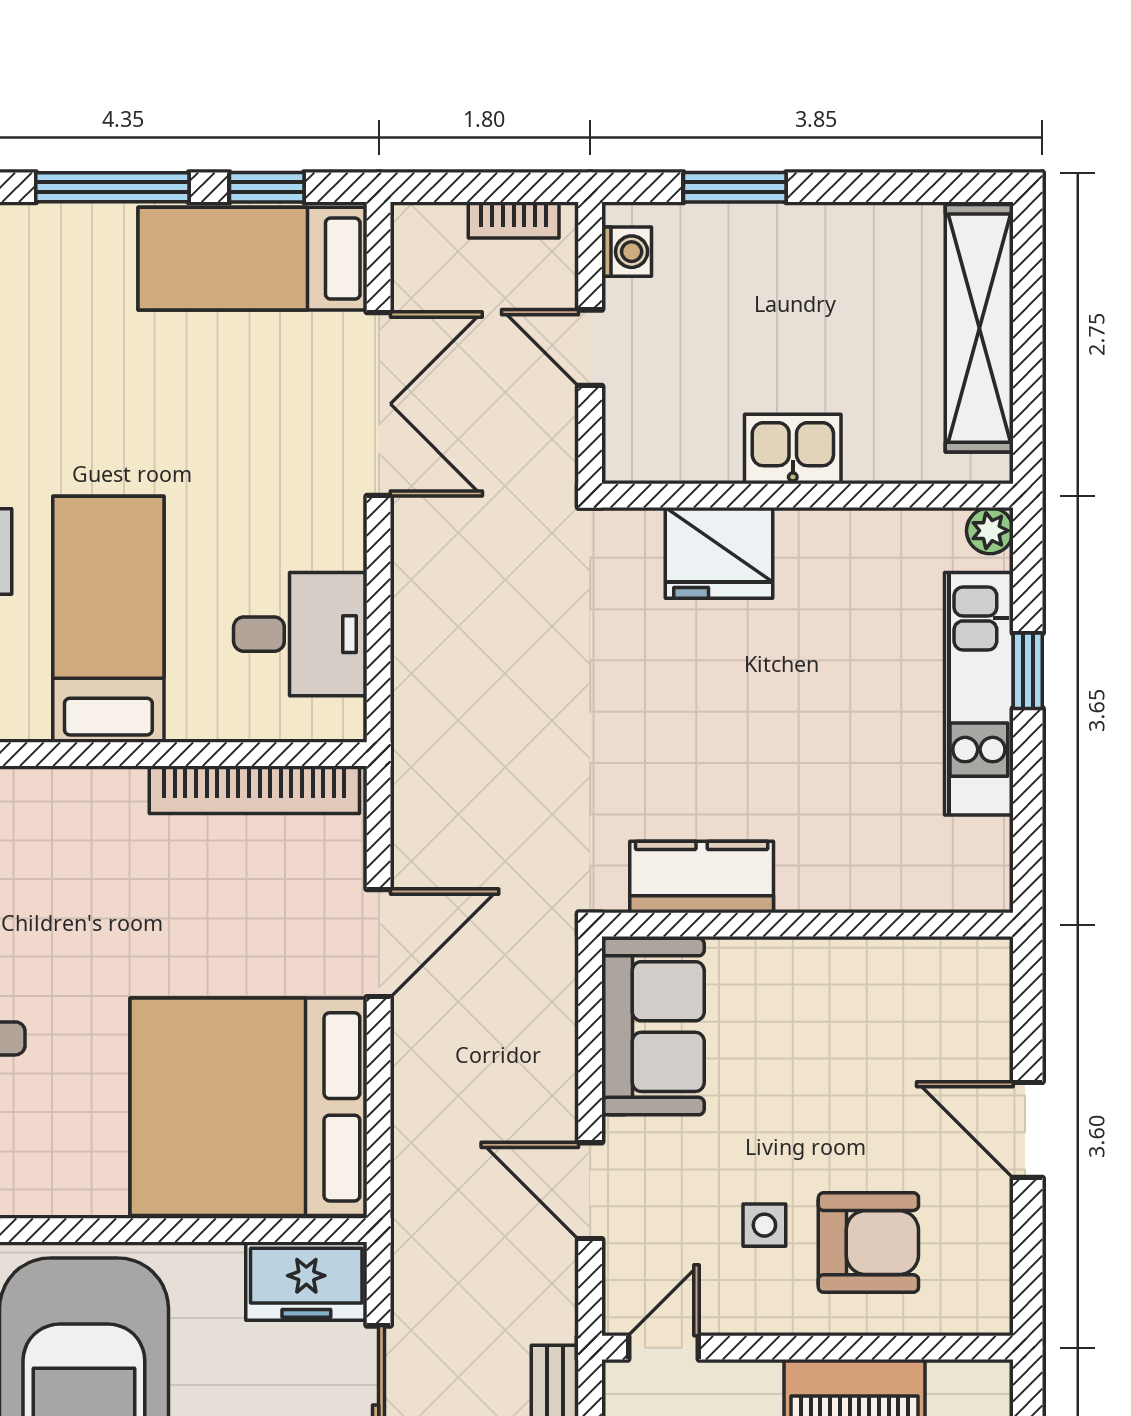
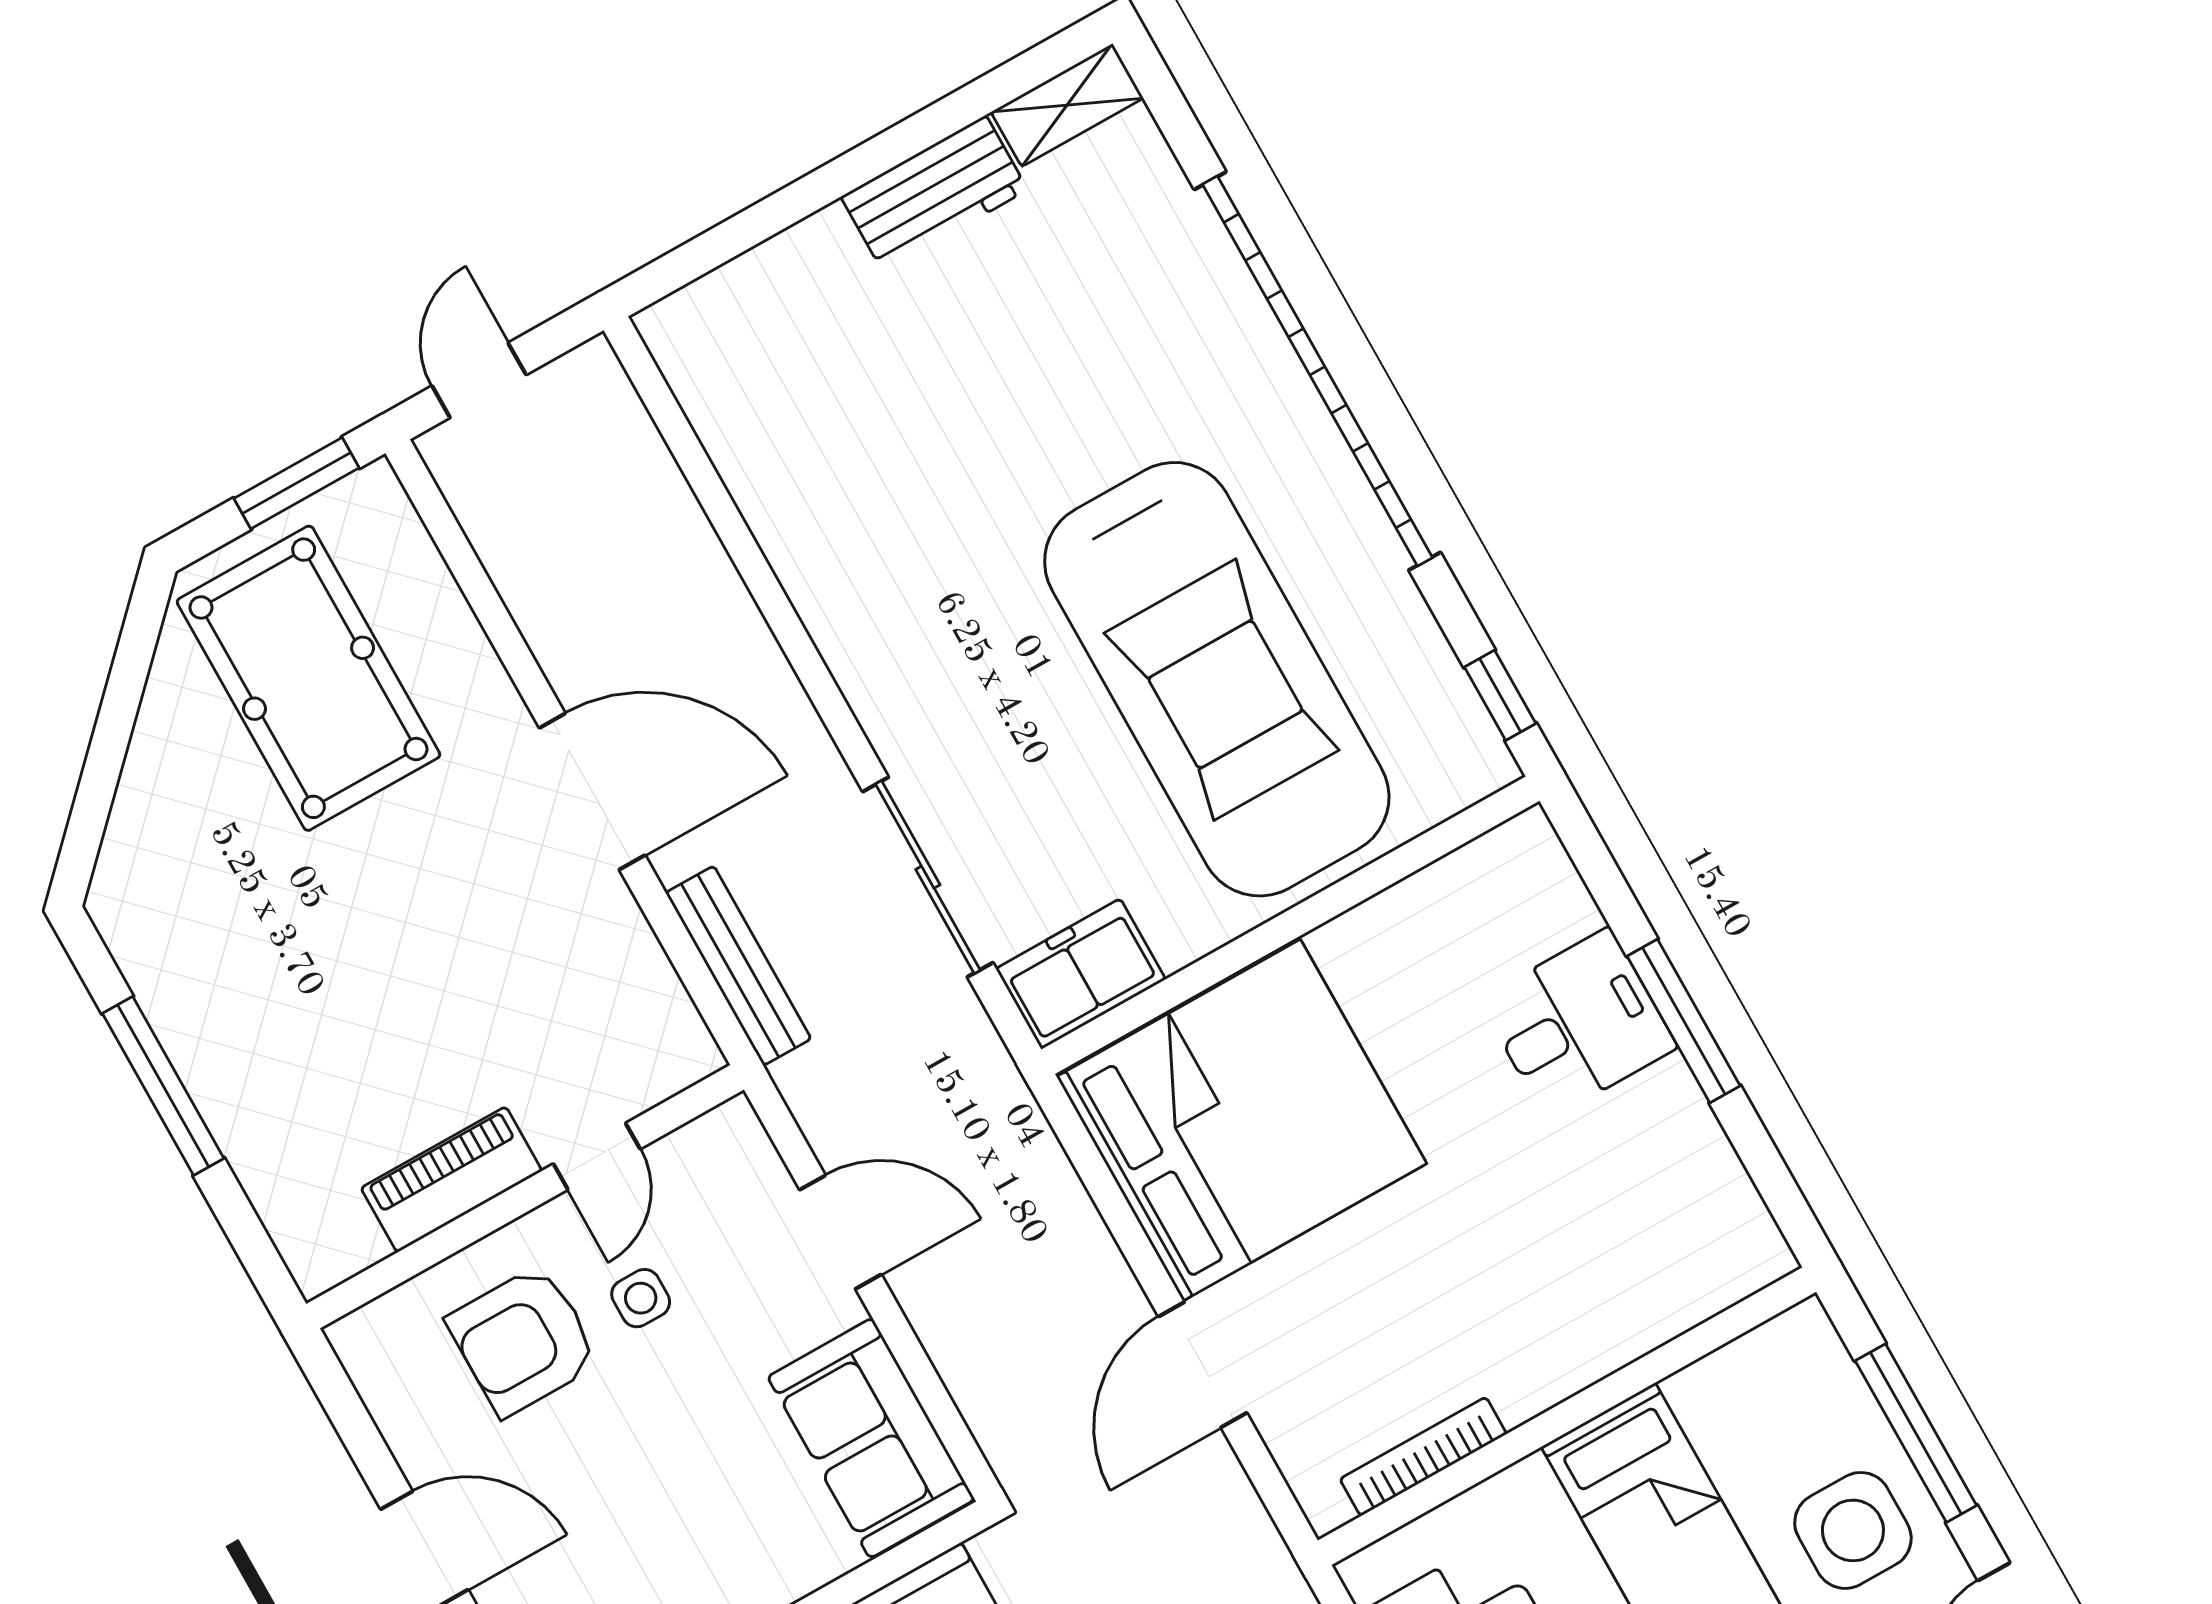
bookcase: (254, 790) -> (1423, 1456), width x0.68, depth x0.76
door: (664, 1348) -> (597, 1156), moved

